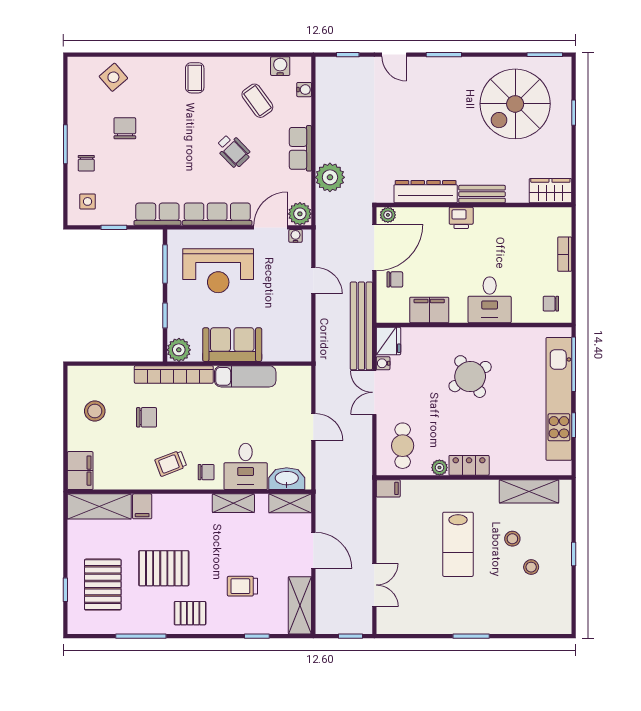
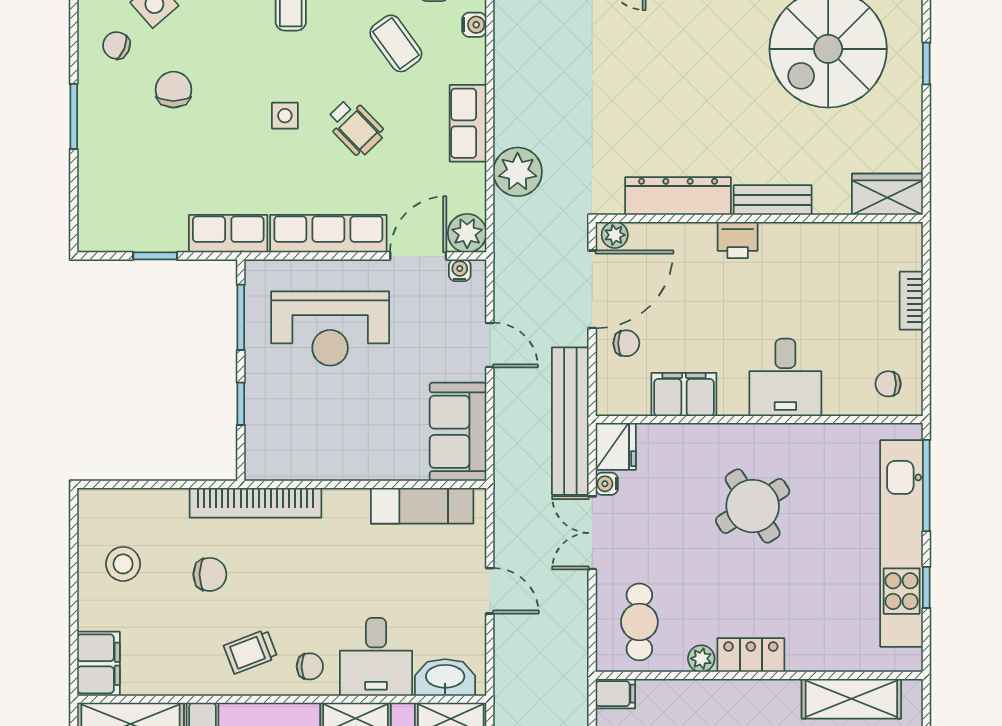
chair: (86, 163) -> (116, 45), moved, turned 112
side table: (88, 201) -> (285, 116), moved
sofa: (232, 345) -> (458, 432), moved, turned -90
plant: (179, 350) -> (264, 461), removed
exam couch: (245, 376) -> (422, 506), moved

